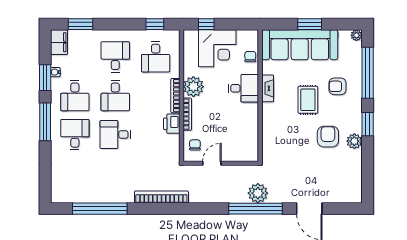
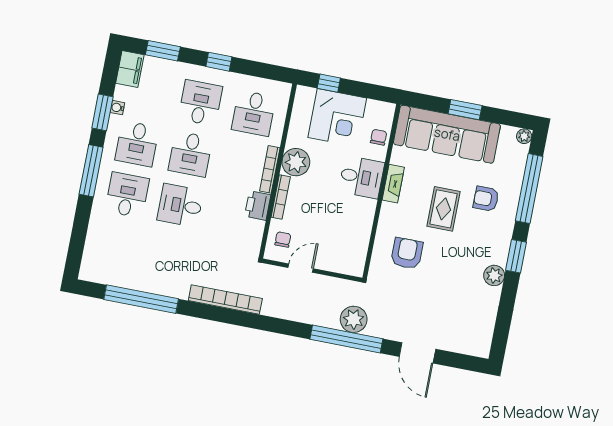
window: (155, 24) -> (219, 62), moved
armchair: (328, 137) -> (407, 253), moved

